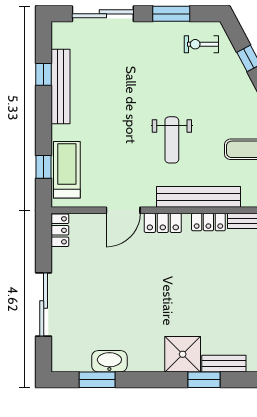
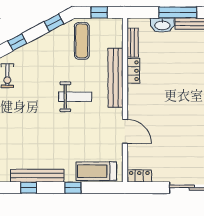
window: (44, 167) -> (73, 188), moved
locker: (163, 223) -> (134, 103), removed

